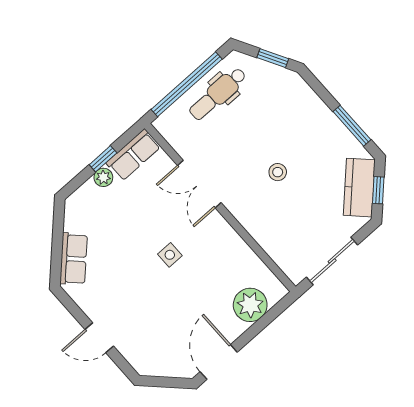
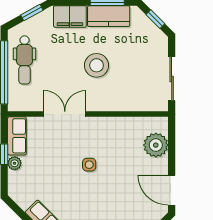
filing cabinet: (303, 101) -> (70, 17), added
stool: (278, 172) -> (97, 65), width x1.89, depth x1.89
double door: (199, 184) -> (65, 114), swing flipped
kitchen counter: (359, 188) -> (109, 16), moved, turned -45

